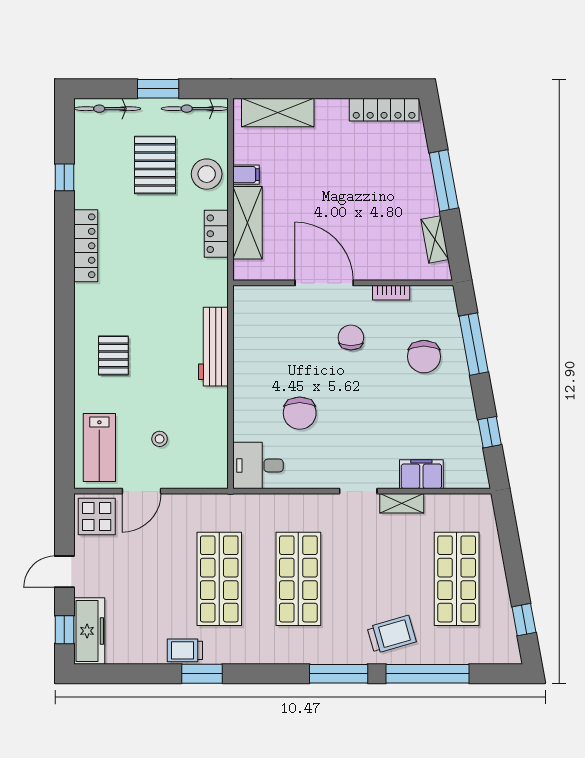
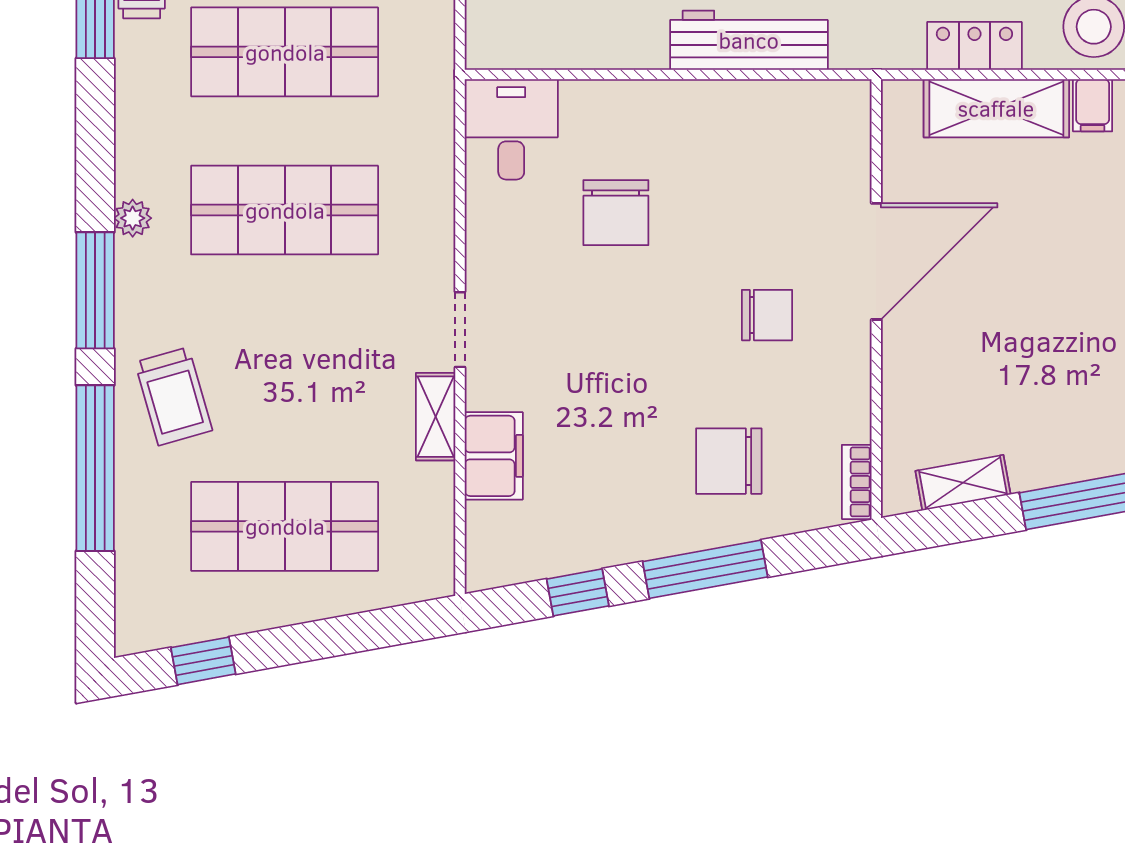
bookcase: (391, 293) -> (857, 482), moved
window: (474, 344) -> (705, 569), moved
chair: (300, 413) -> (616, 213), turned -90
plant: (302, 655) -> (133, 218), added

